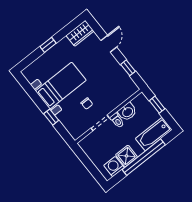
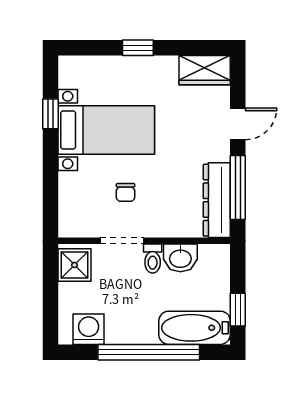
window: (128, 68) -> (238, 188), width x2.17
dresser: (124, 79) -> (217, 200), added
window: (157, 105) -> (238, 310), moved
window: (51, 117) -> (50, 114), moved
shower: (126, 156) -> (74, 265), moved

